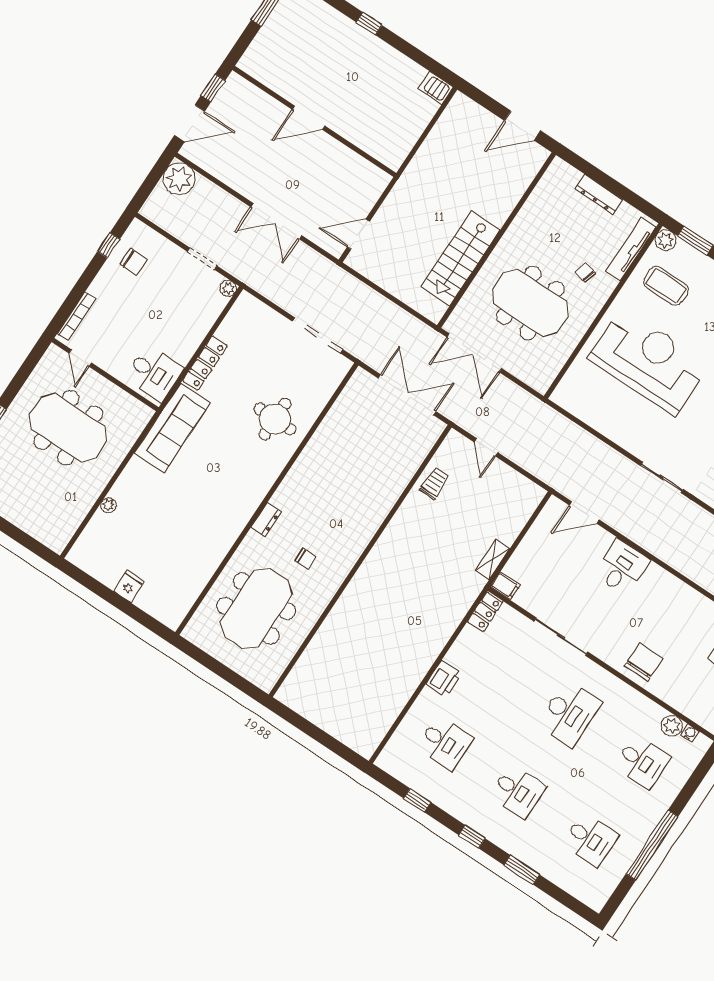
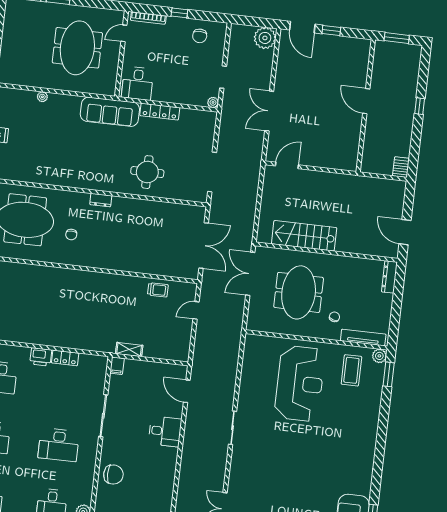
door: (309, 118) -> (366, 101), moved
wall: (314, 121) -> (366, 106), moved
dresser: (599, 194) -> (389, 277), moved
door: (358, 234) -> (287, 165), hinge flipped
window: (109, 245) -> (179, 13), moved
dresser: (266, 519) -> (101, 200), moved
locker: (485, 612) -> (65, 358), moved

